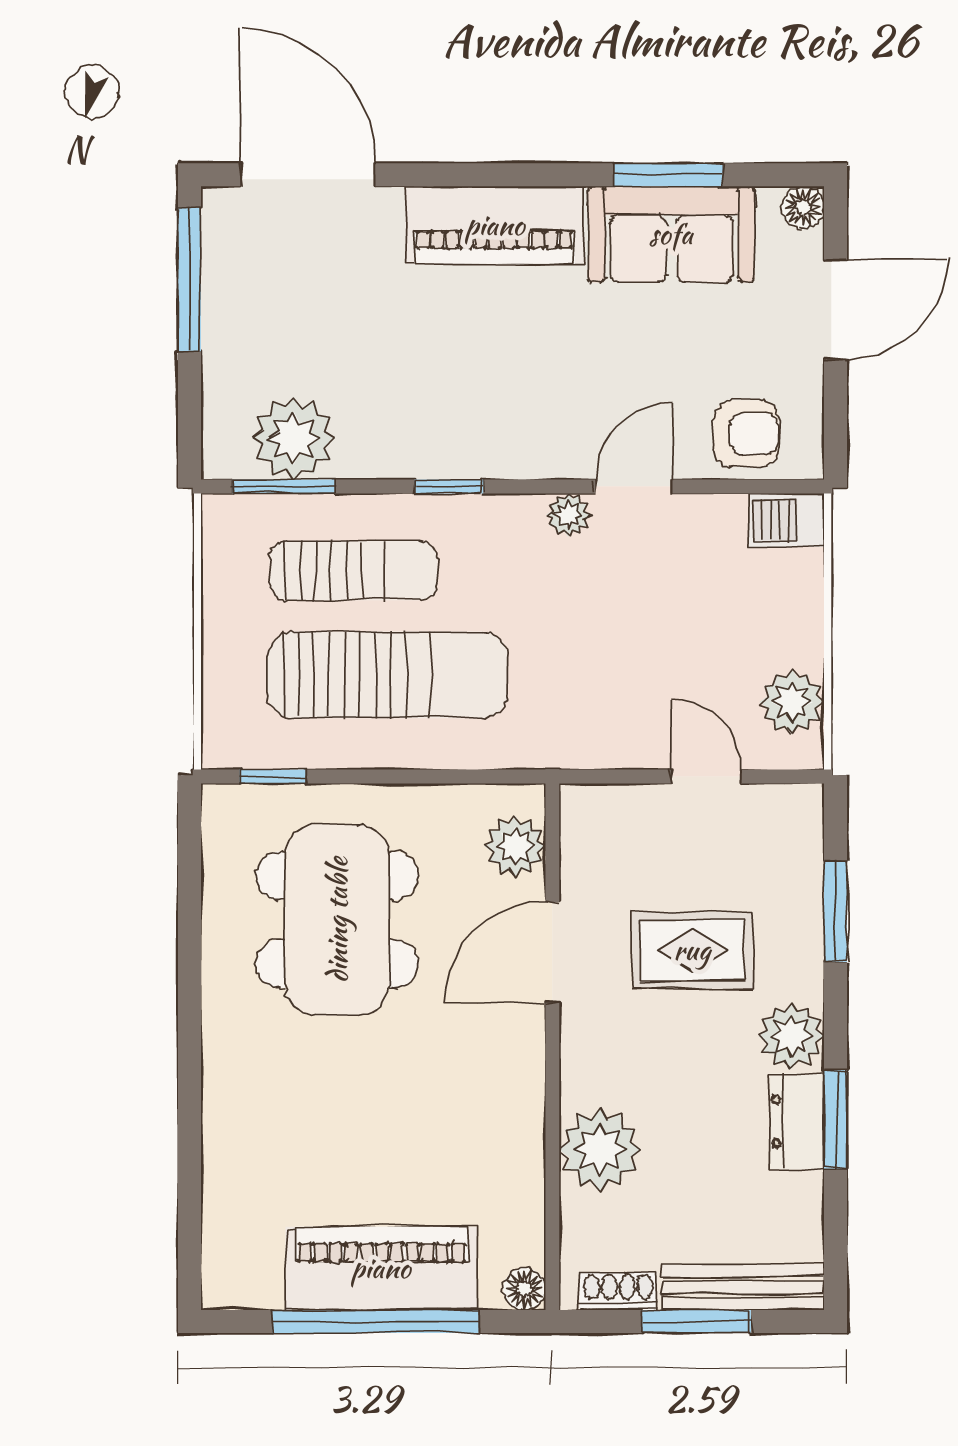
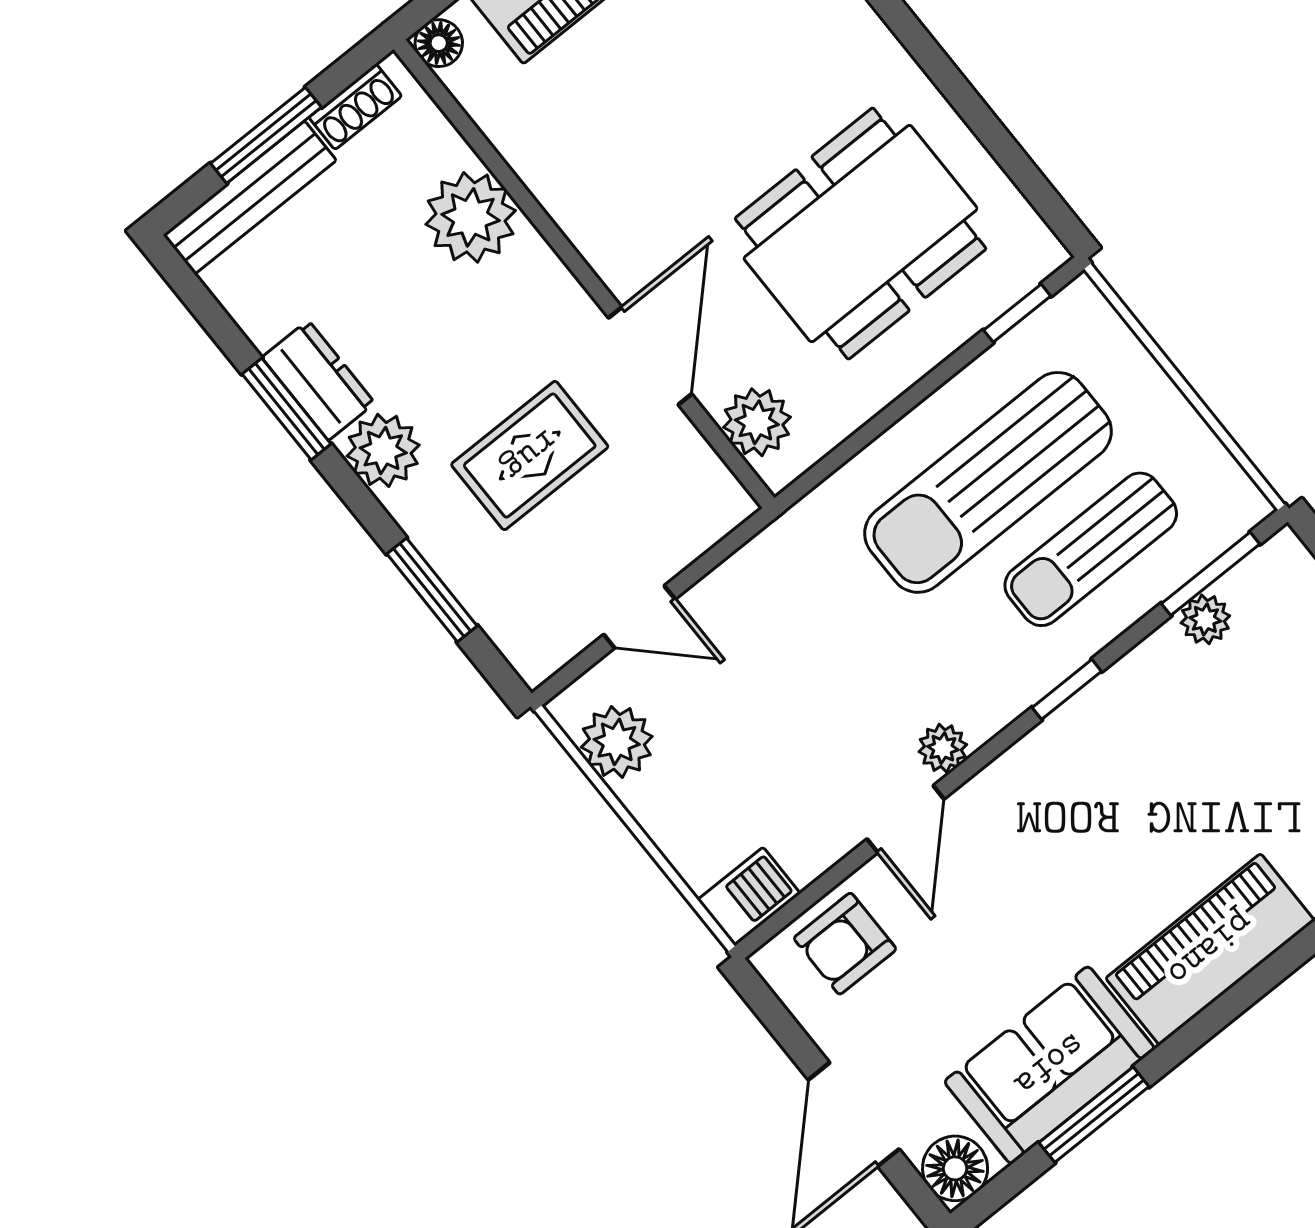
floor lamp: (803, 207) -> (955, 1168), width x1.37, depth x1.37
plant: (294, 438) -> (1205, 619), width x0.53, depth x0.53
dining table: (337, 920) -> (861, 234), turned 90

